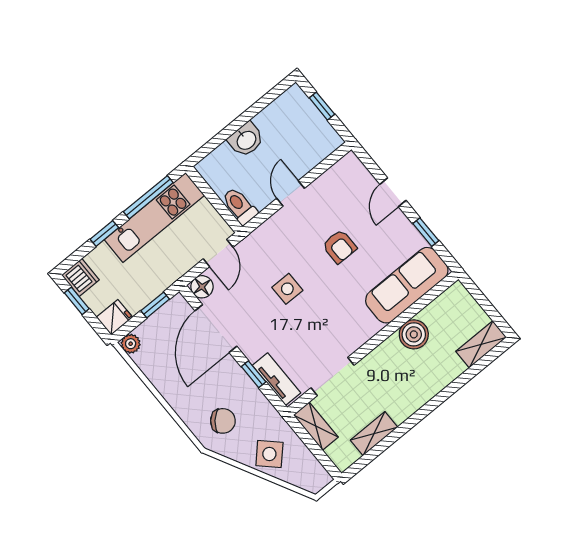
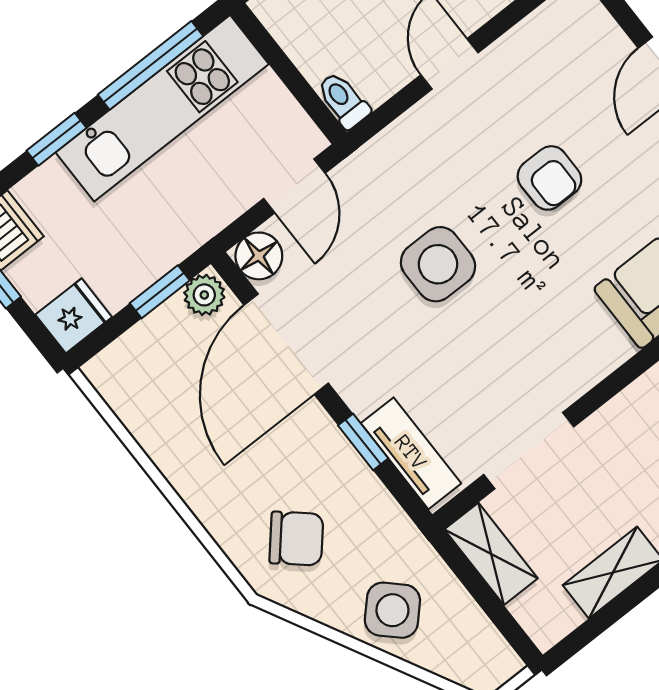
toilet: (240, 206) -> (343, 100), width x0.73, depth x0.72
side table: (287, 289) -> (438, 264), width x1.37, depth x1.37
plant: (131, 344) -> (204, 295), moved

